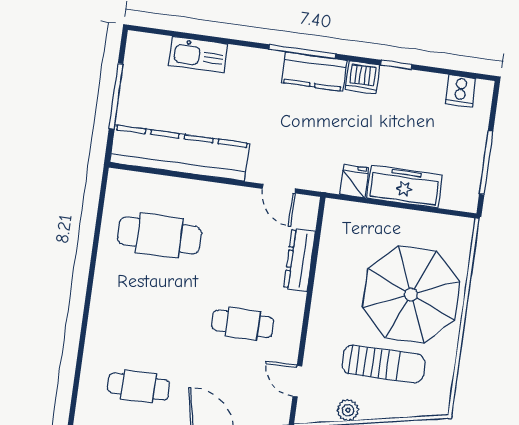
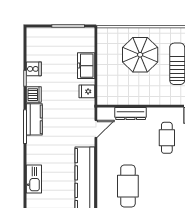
cooker: (461, 91) -> (34, 69), moved
freezer: (405, 187) -> (86, 66), width x0.71
parasol: (411, 294) -> (140, 55), width x0.73, depth x0.73

